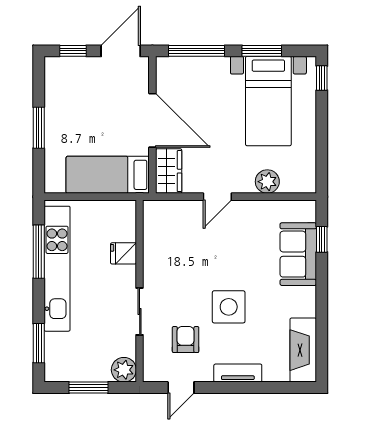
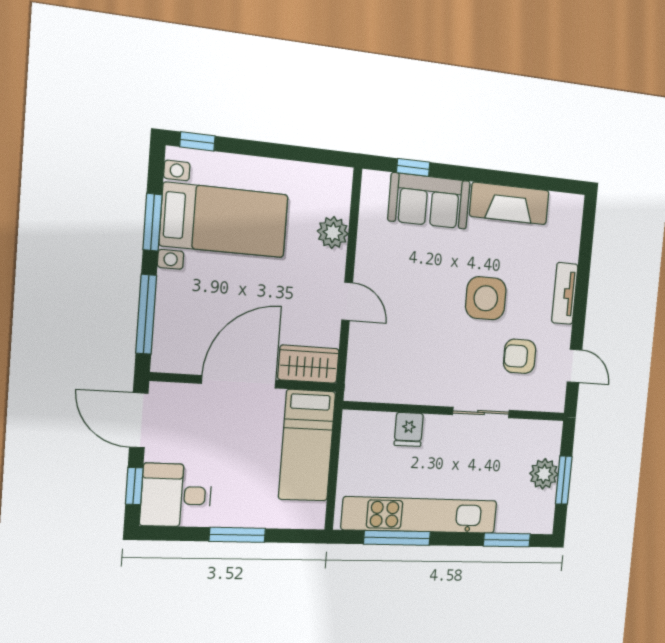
desk: (67, 81) -> (176, 495), added
fireplace: (303, 350) -> (509, 203), moved
plant: (124, 370) -> (544, 474), moved

